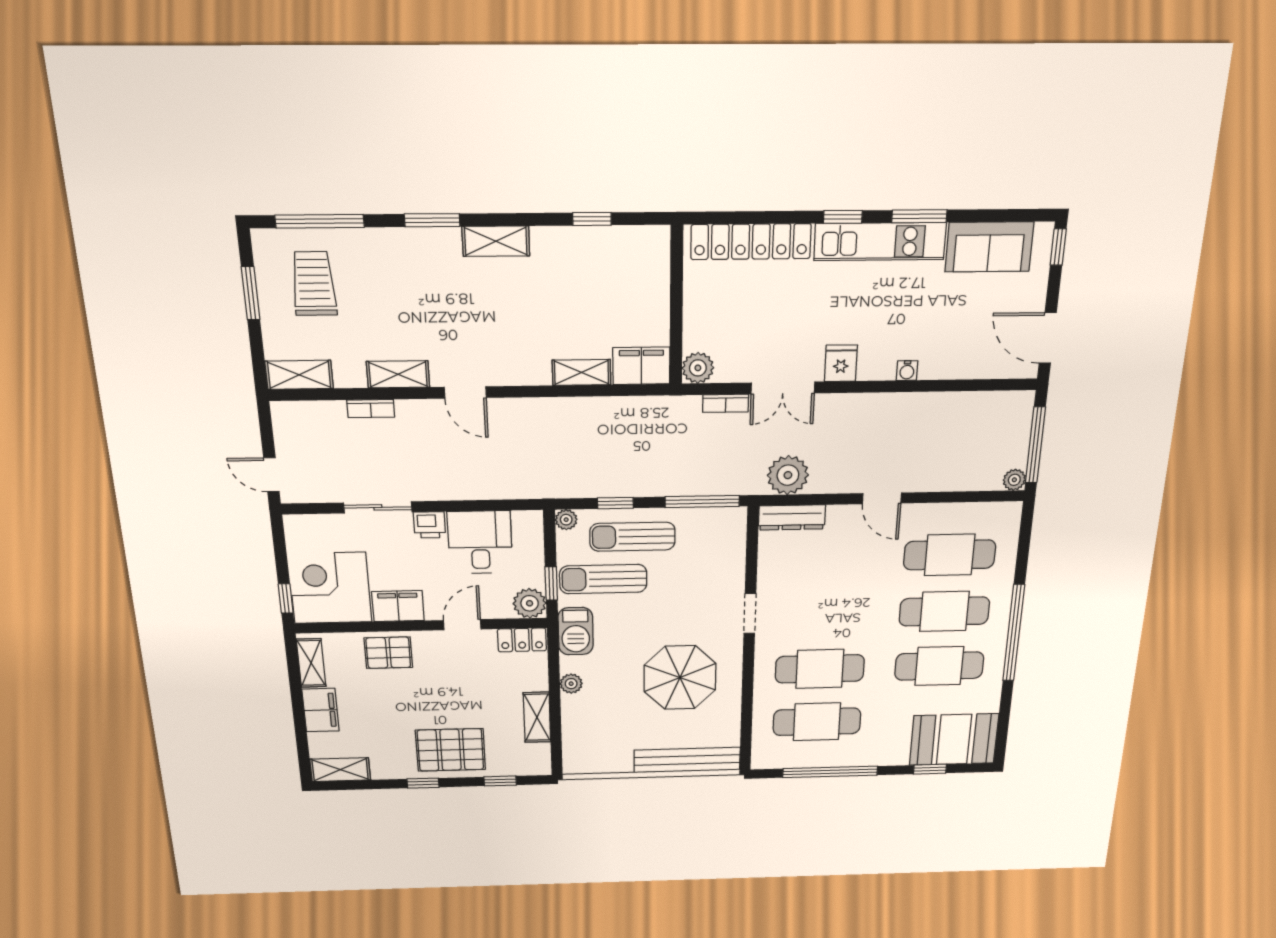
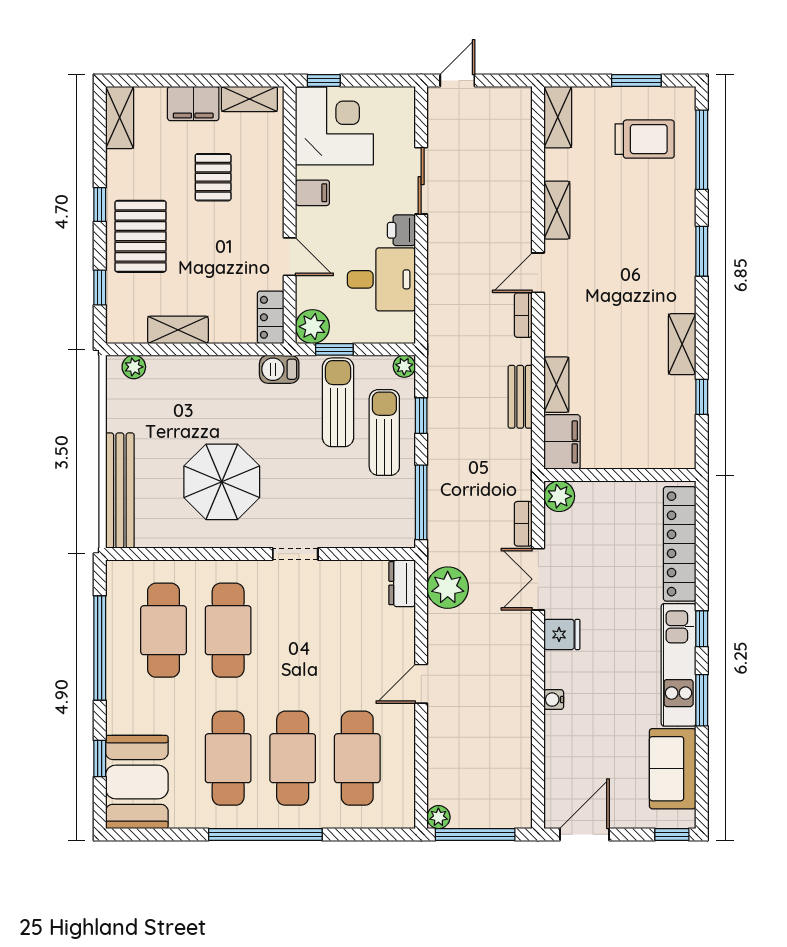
shelving: (496, 241) -> (682, 344), moved
bench: (595, 408) -> (520, 397), added
bookcase: (371, 409) -> (523, 315), moved
dresser: (792, 517) -> (402, 583), width x0.70
filing cabinet: (398, 606) -> (312, 193), width x0.50
barbecue: (576, 631) -> (279, 369), width x0.73, depth x0.79
pallet: (388, 653) -> (213, 177), moved
plant: (571, 684) -> (134, 367), moved

